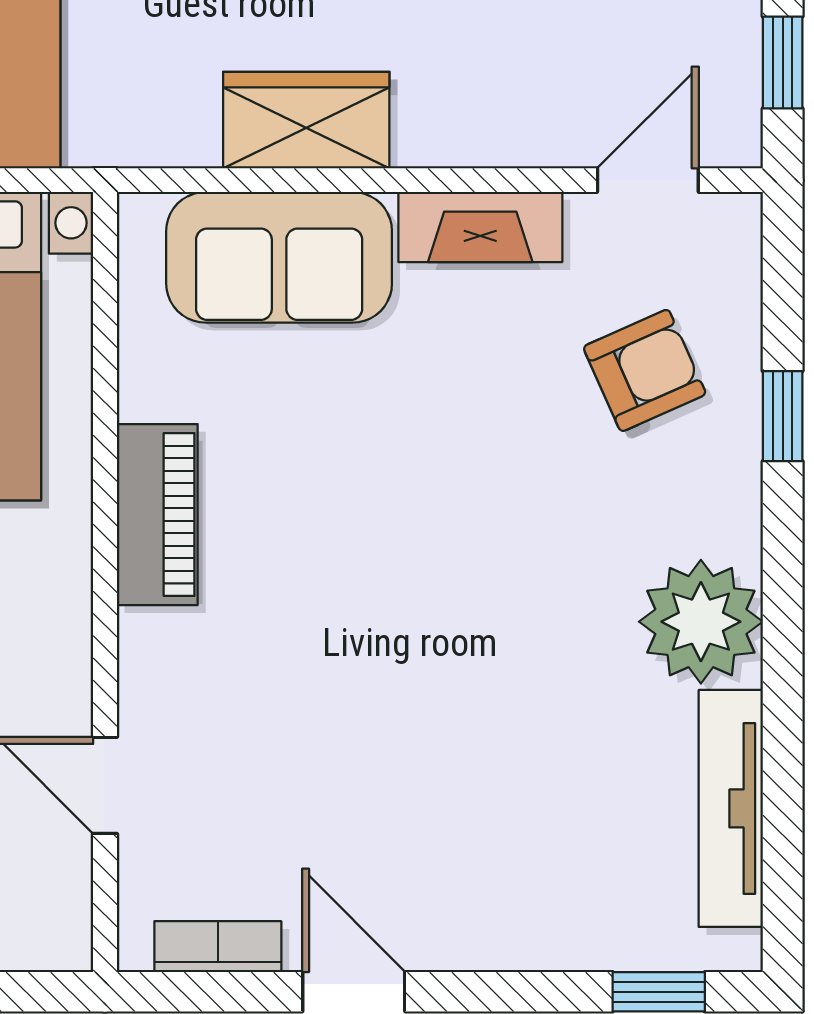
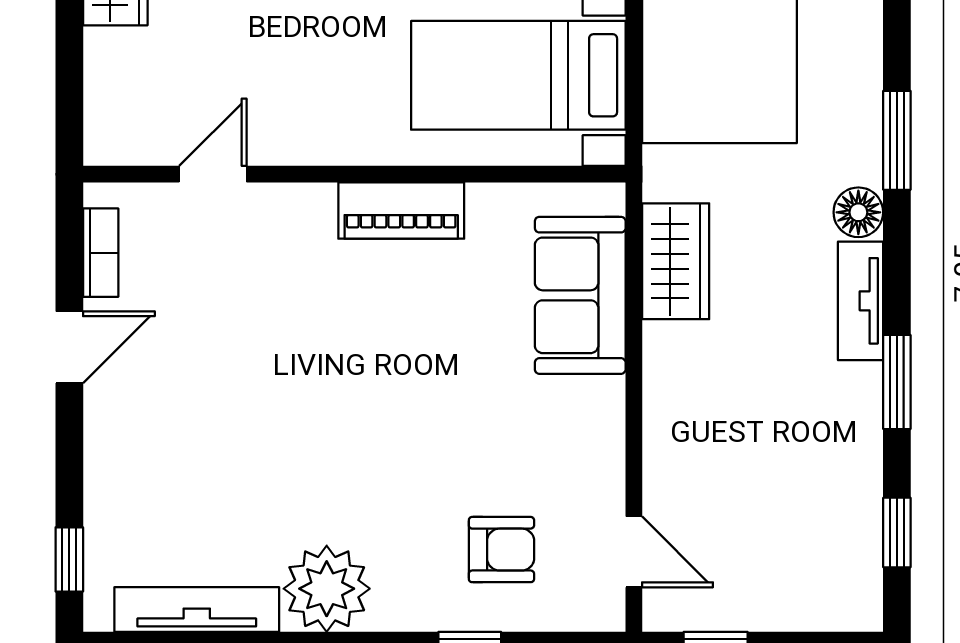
wardrobe: (306, 120) -> (676, 261), moved
fireplace: (480, 227) -> (601, 435), removed
armchair: (645, 370) -> (501, 550), turned -66

